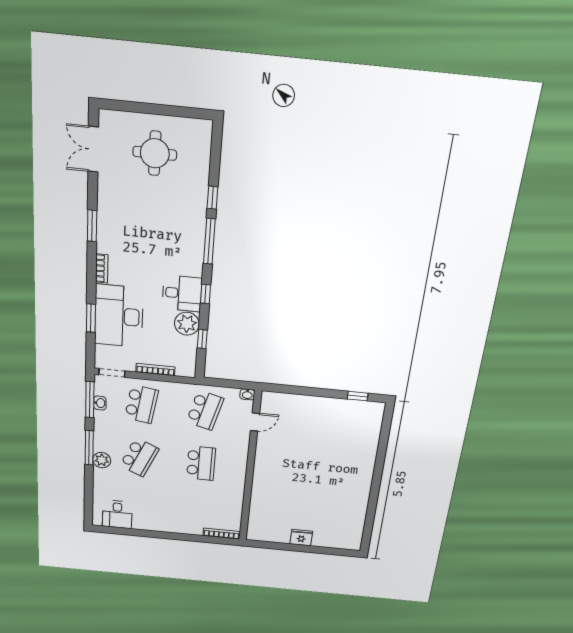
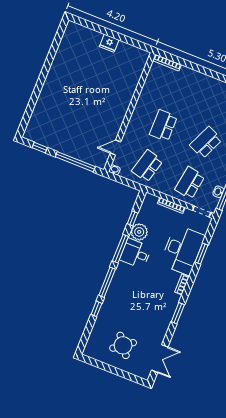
round table: (155, 153) -> (123, 345), turned -37
window: (206, 294) -> (120, 249), width x2.17
window: (304, 391) -> (75, 162), added

